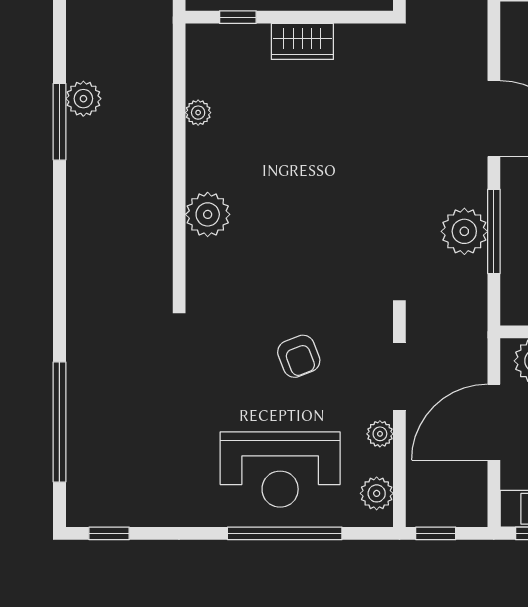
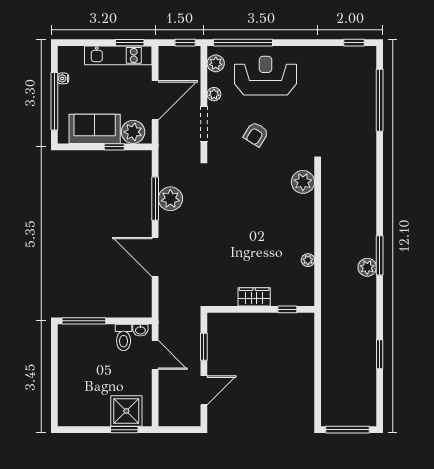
plant: (208, 214) -> (303, 182), moved
armchair: (299, 356) -> (256, 134), turned -127
window: (285, 533) -> (243, 43), moved

